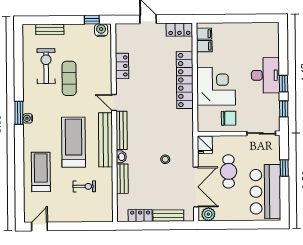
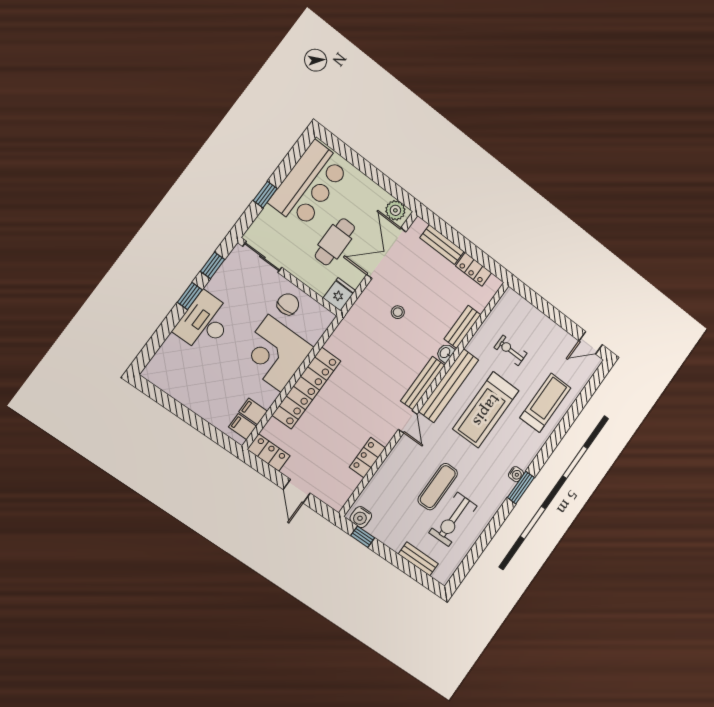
chair: (229, 118) -> (288, 304), turned 90
treadmill: (41, 172) -> (545, 403), turned 180

